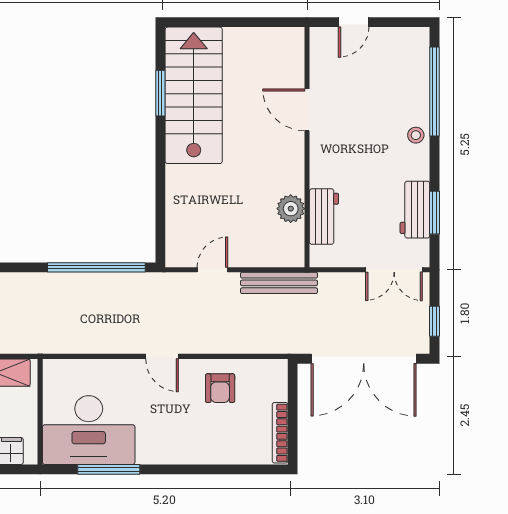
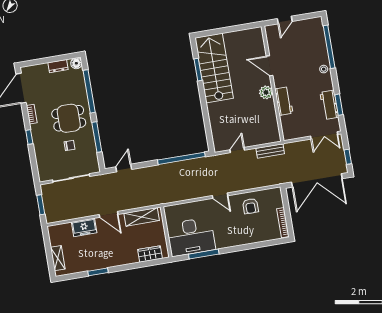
plant: (291, 209) -> (266, 92), moved
workbench: (324, 217) -> (284, 101), moved
bench: (279, 283) -> (270, 151), width x0.73

